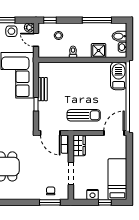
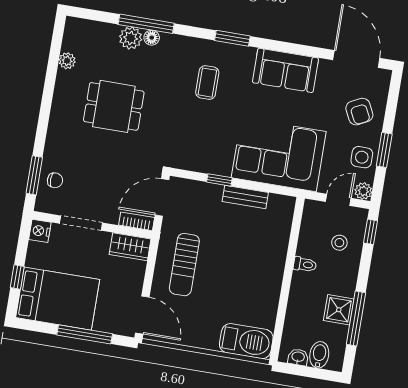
shower: (99, 51) -> (339, 310), moved
window: (129, 162) -> (85, 334), added
bed: (117, 179) -> (58, 299), width x1.50
nightstand: (93, 194) -> (40, 231), moved

